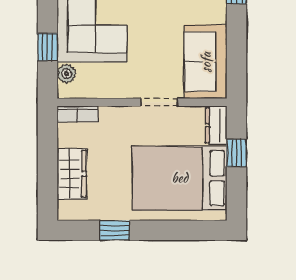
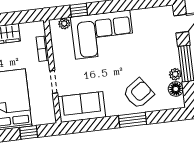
bookcase: (77, 114) -> (42, 49), moved
dresser: (216, 125) -> (44, 118), removed

